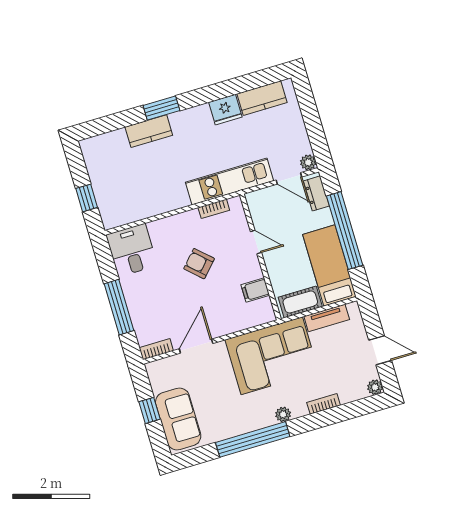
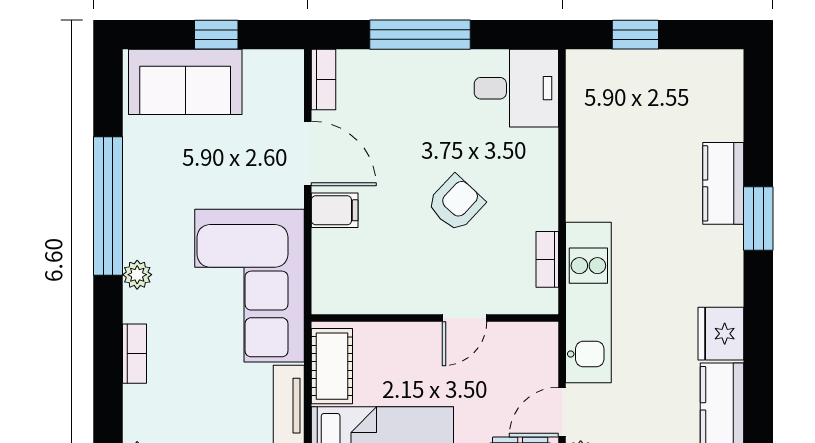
filing cabinet: (255, 290) -> (335, 210), moved, turned 90

